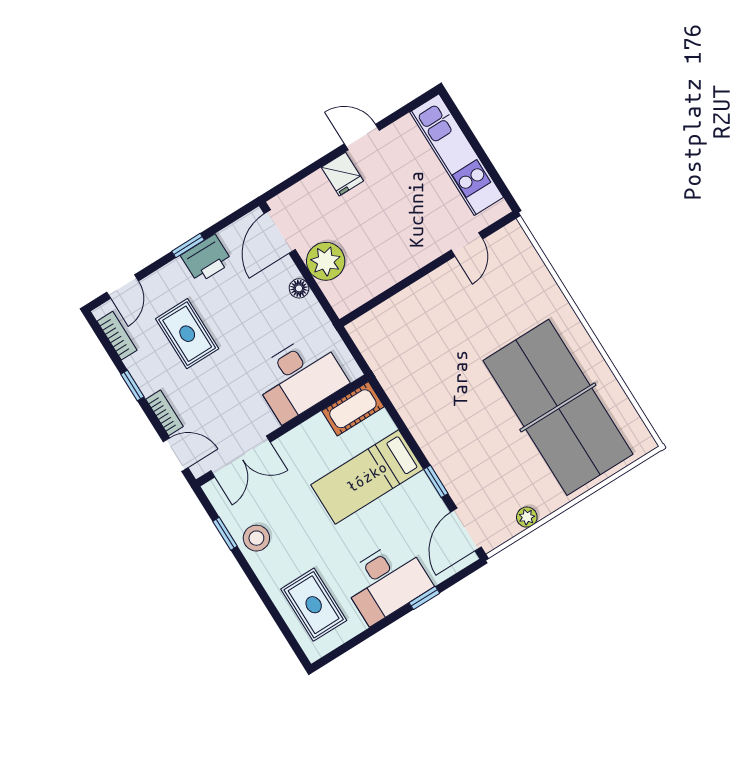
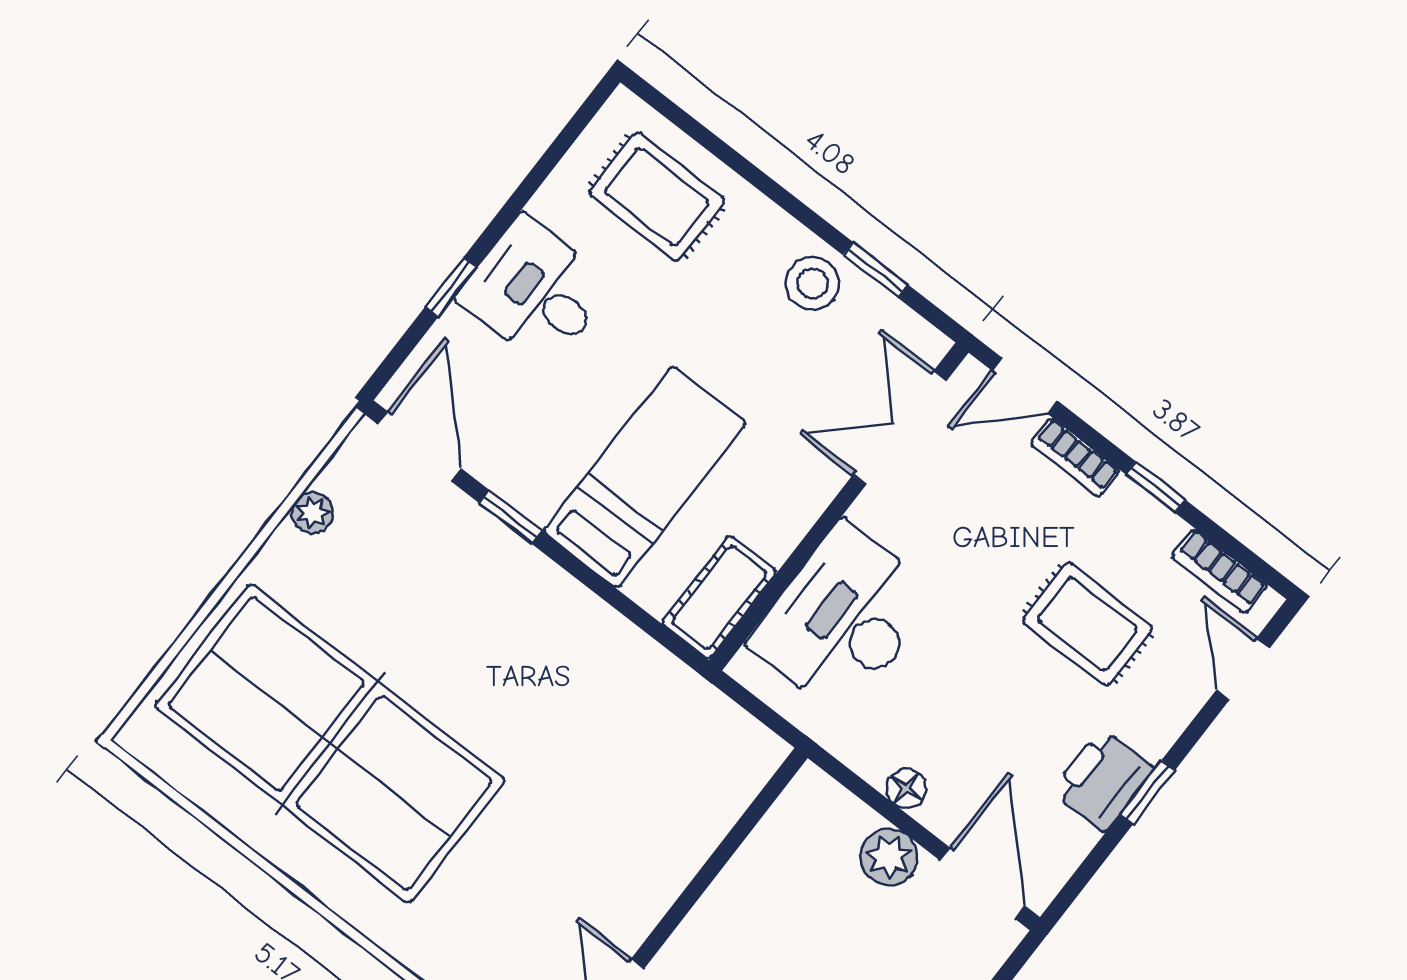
plant: (326, 261) -> (889, 857), width x0.73, depth x0.73
desk: (386, 582) -> (535, 292), width x0.73

